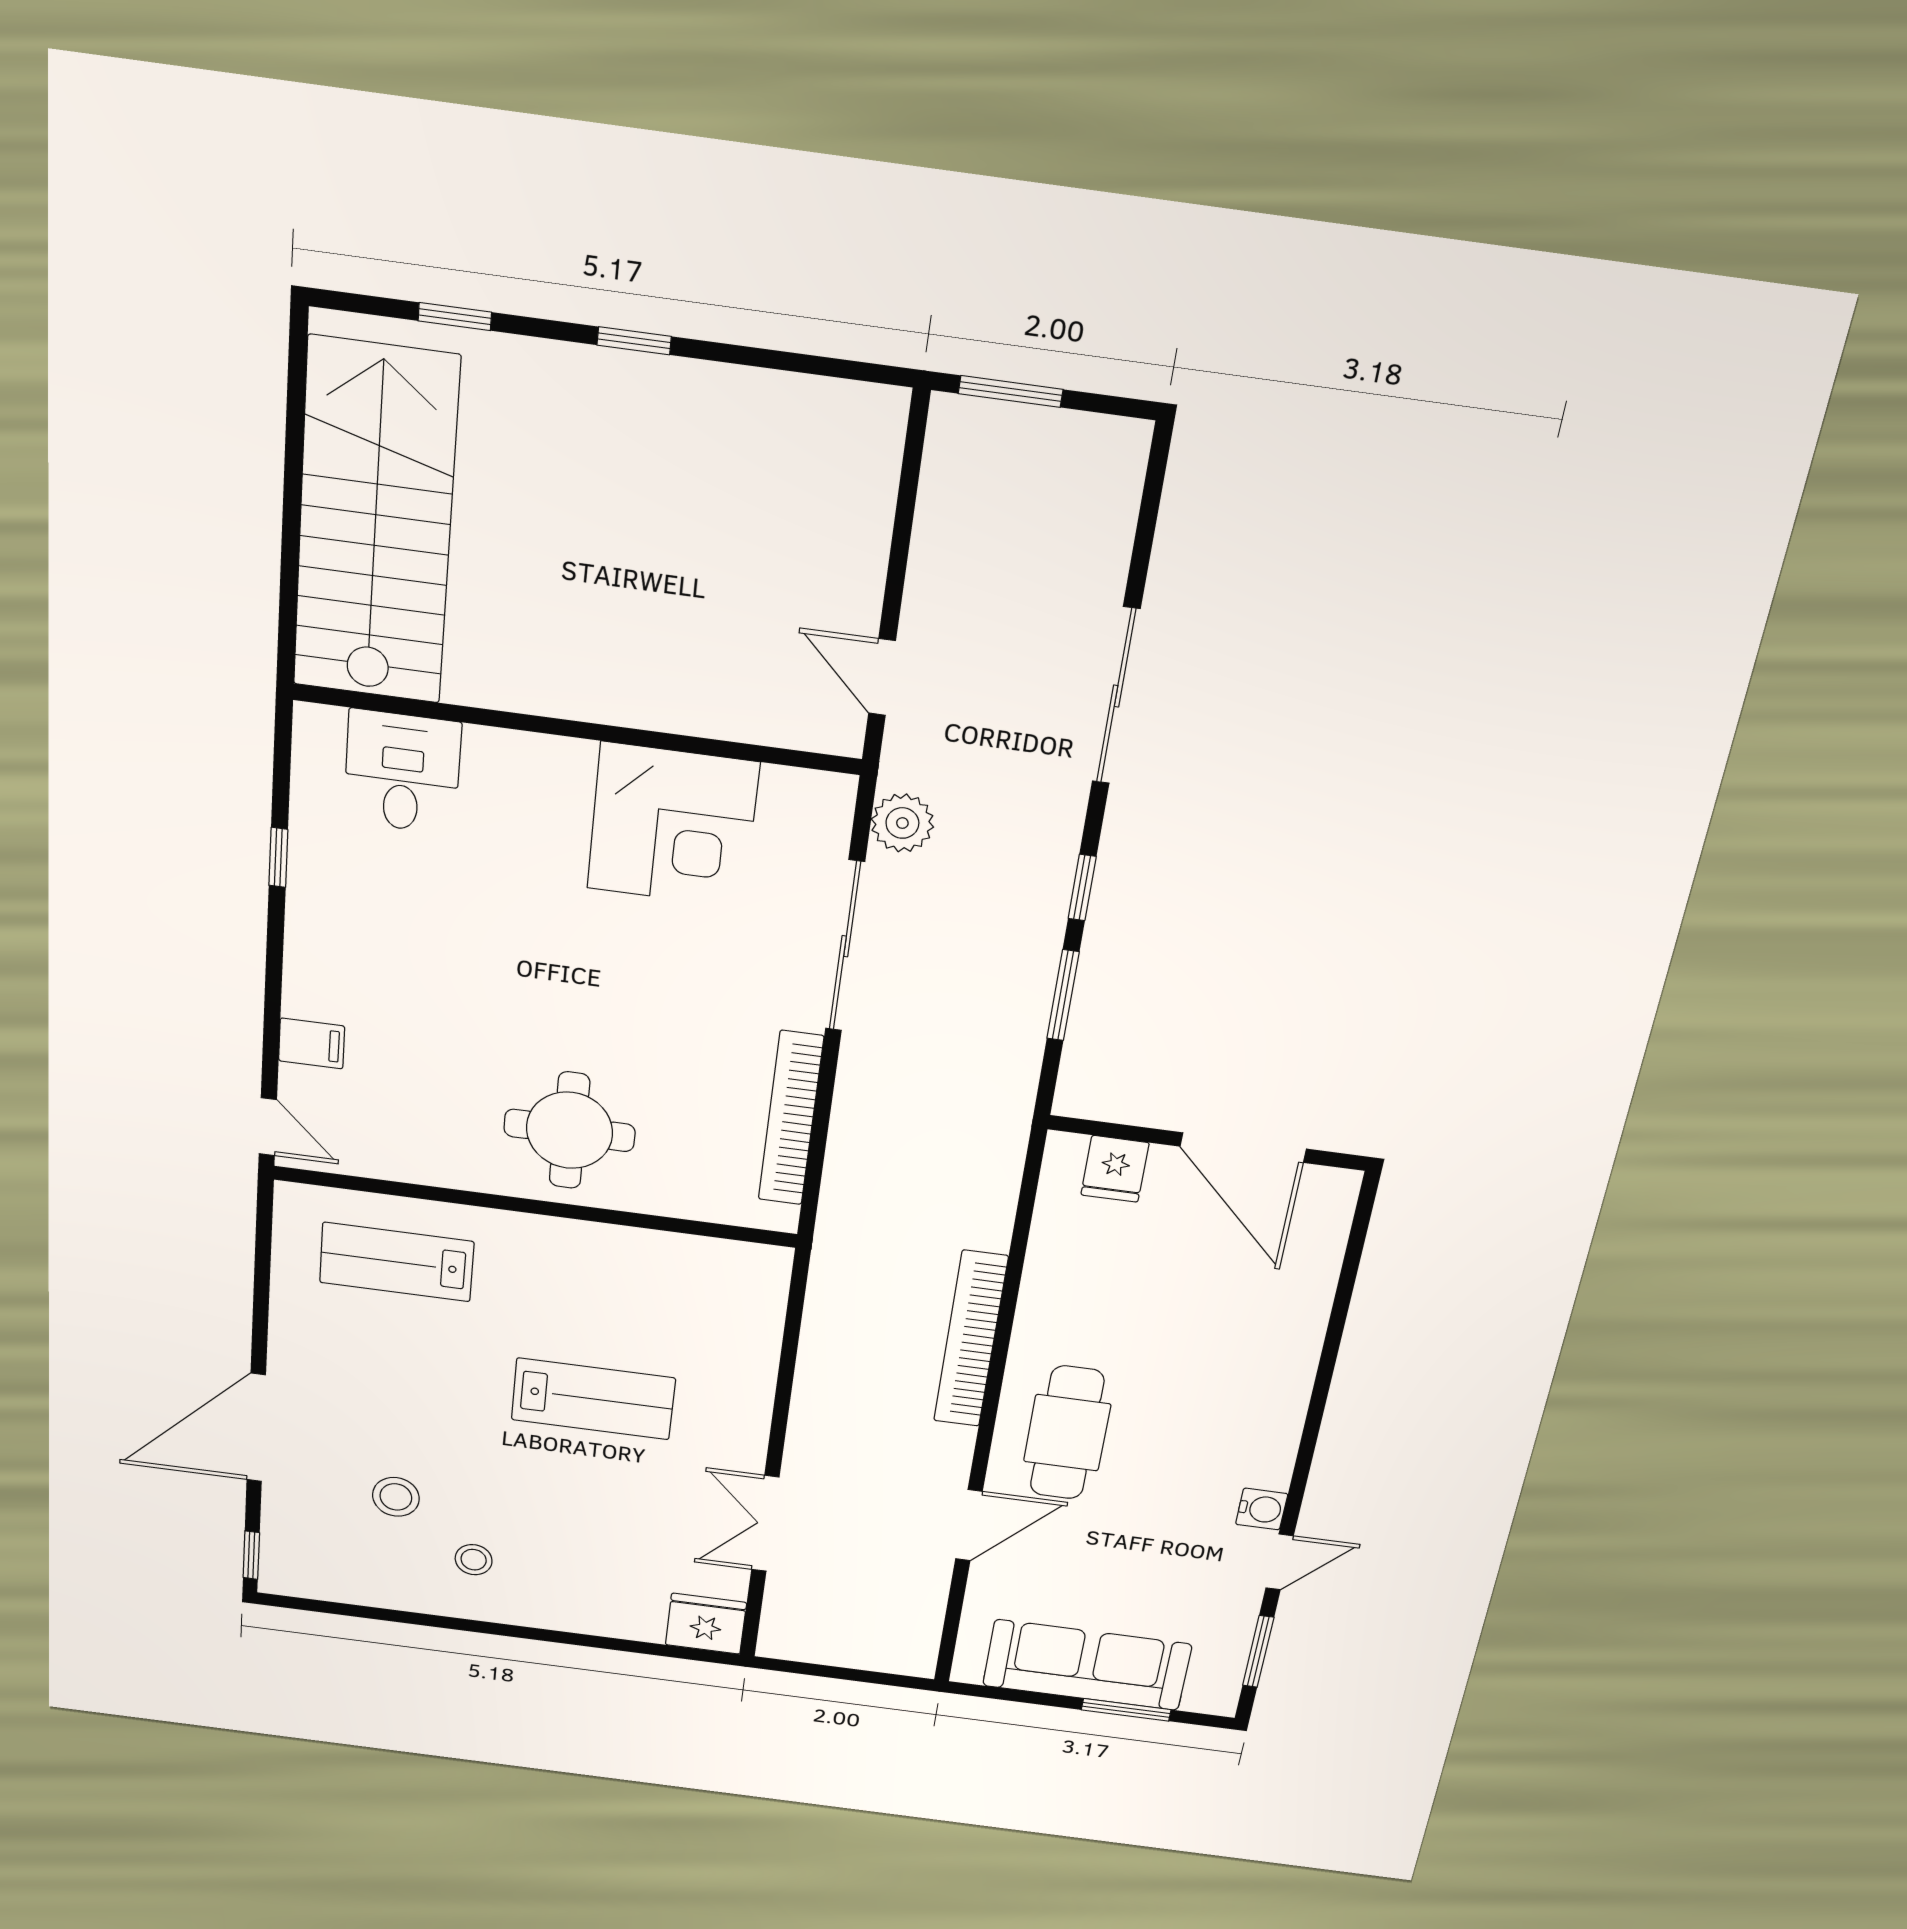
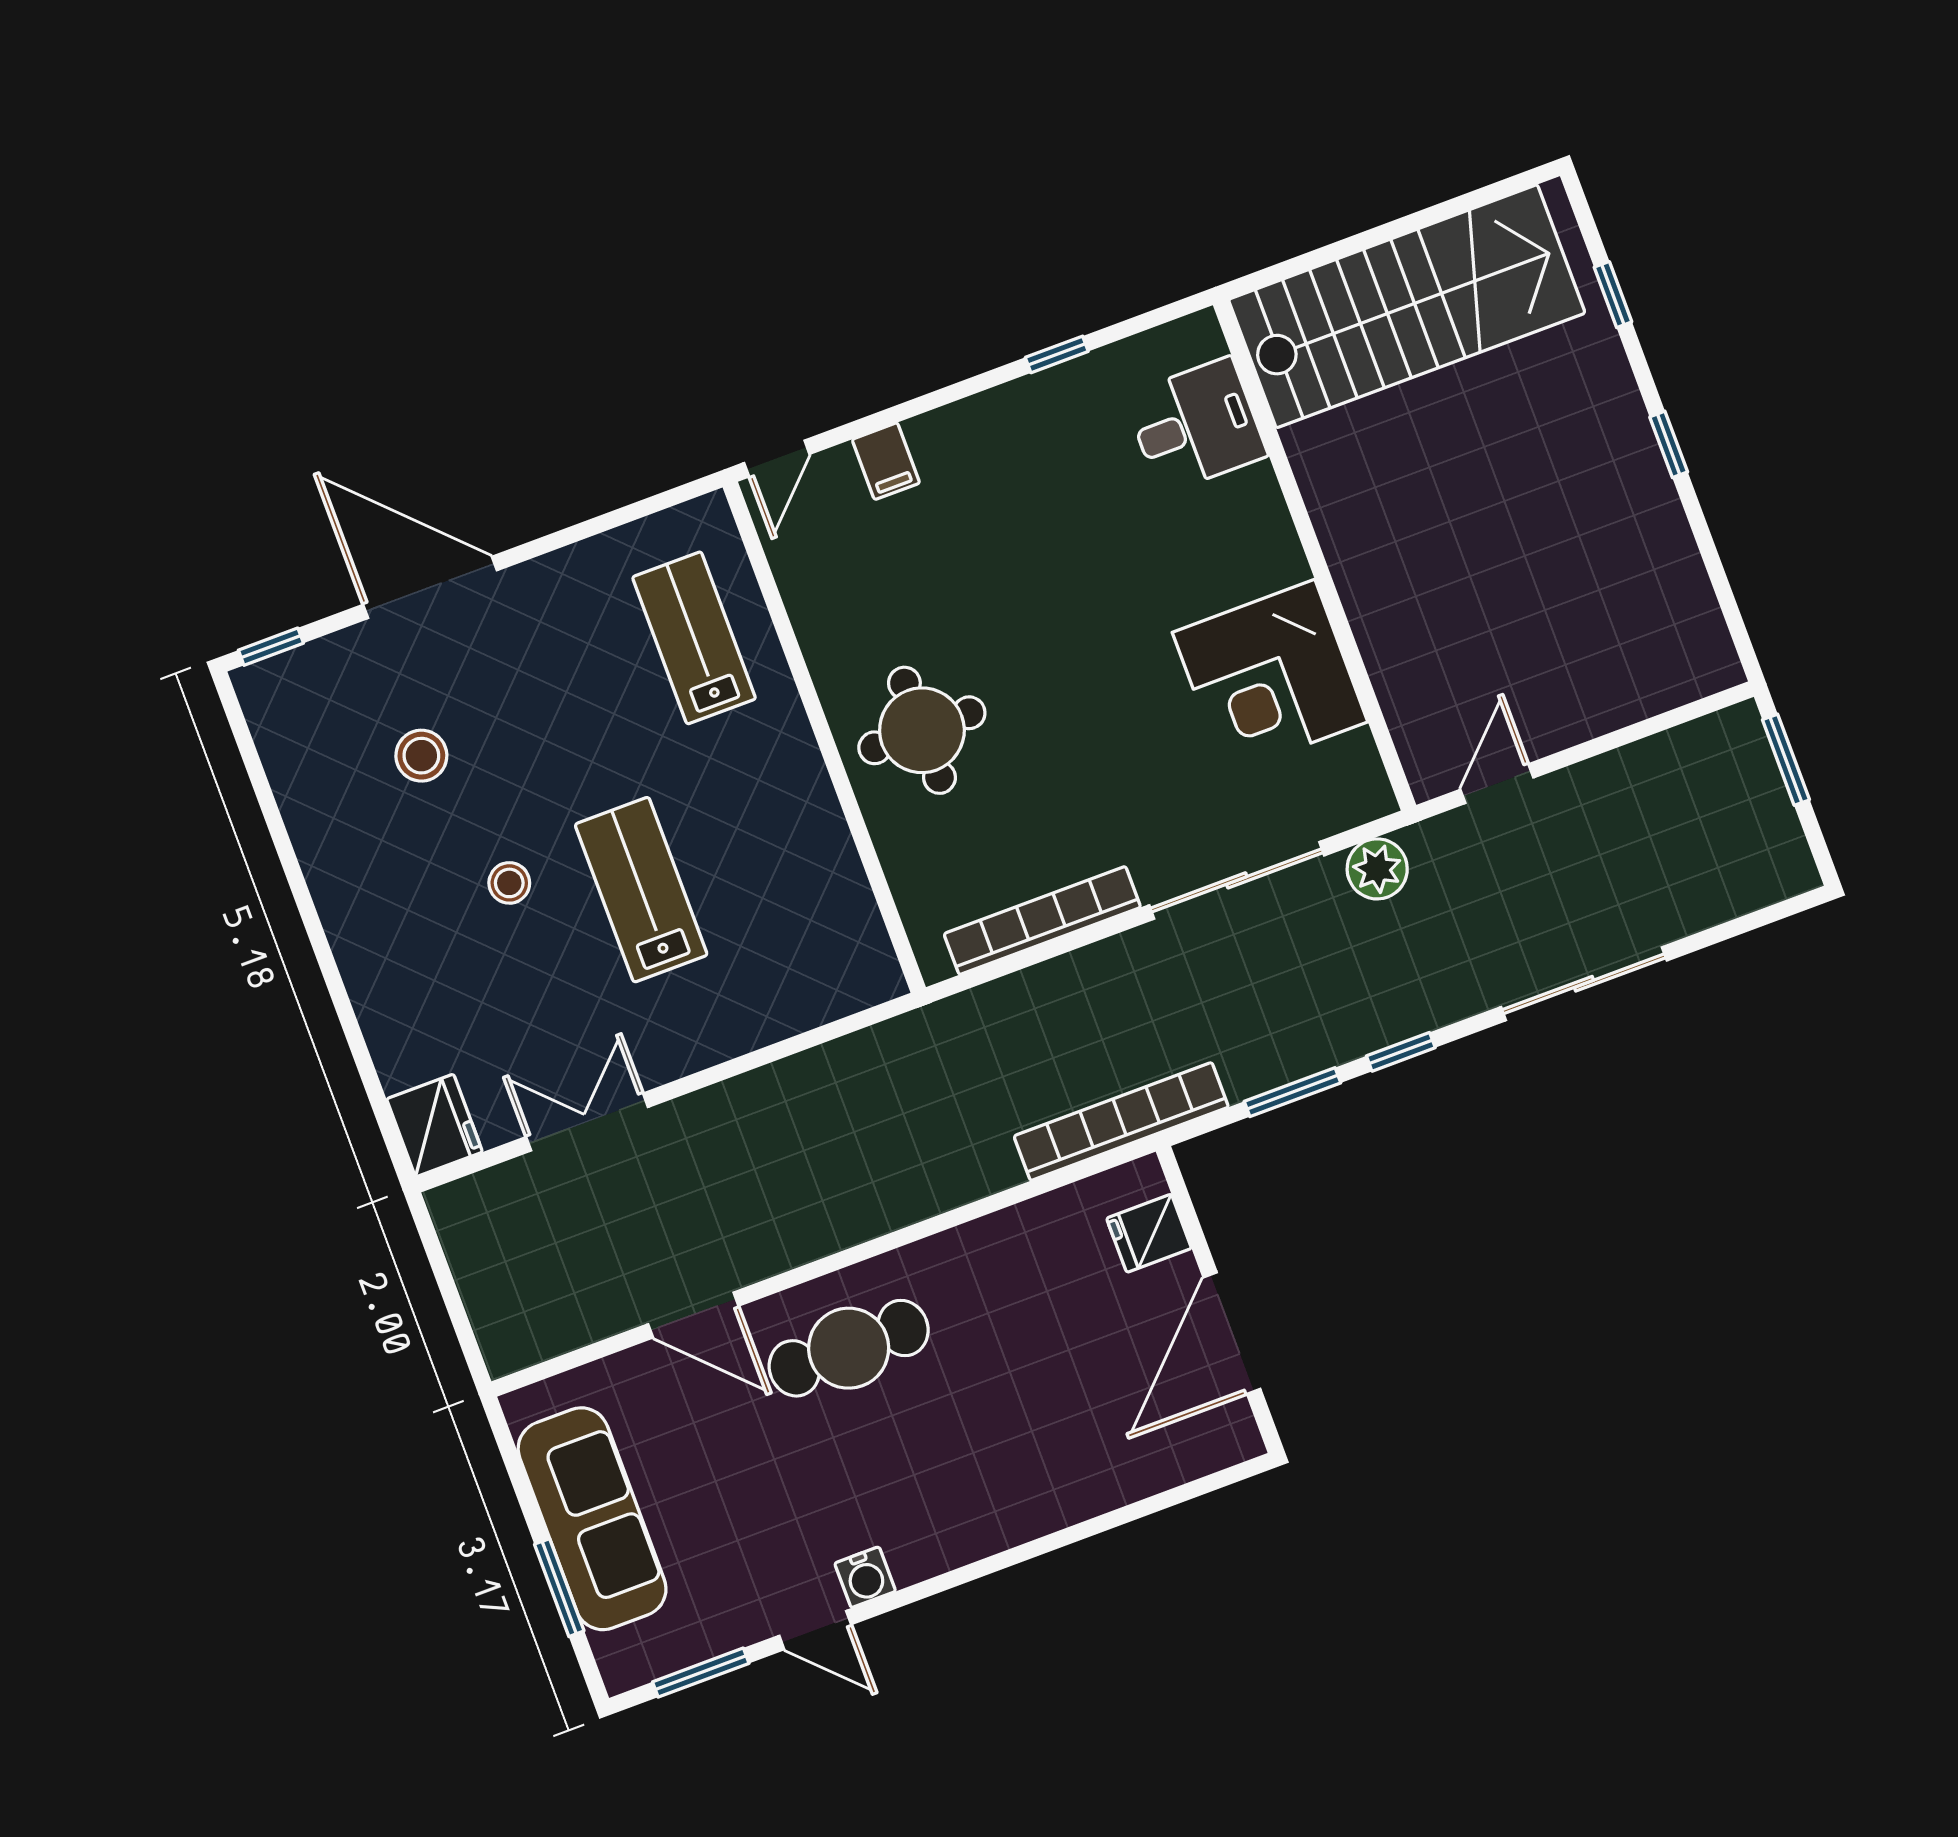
bookcase: (971, 1339) -> (1121, 1121), moved
lab bench: (593, 1399) -> (641, 890), turned 180
stool: (474, 1560) -> (509, 883), moved

